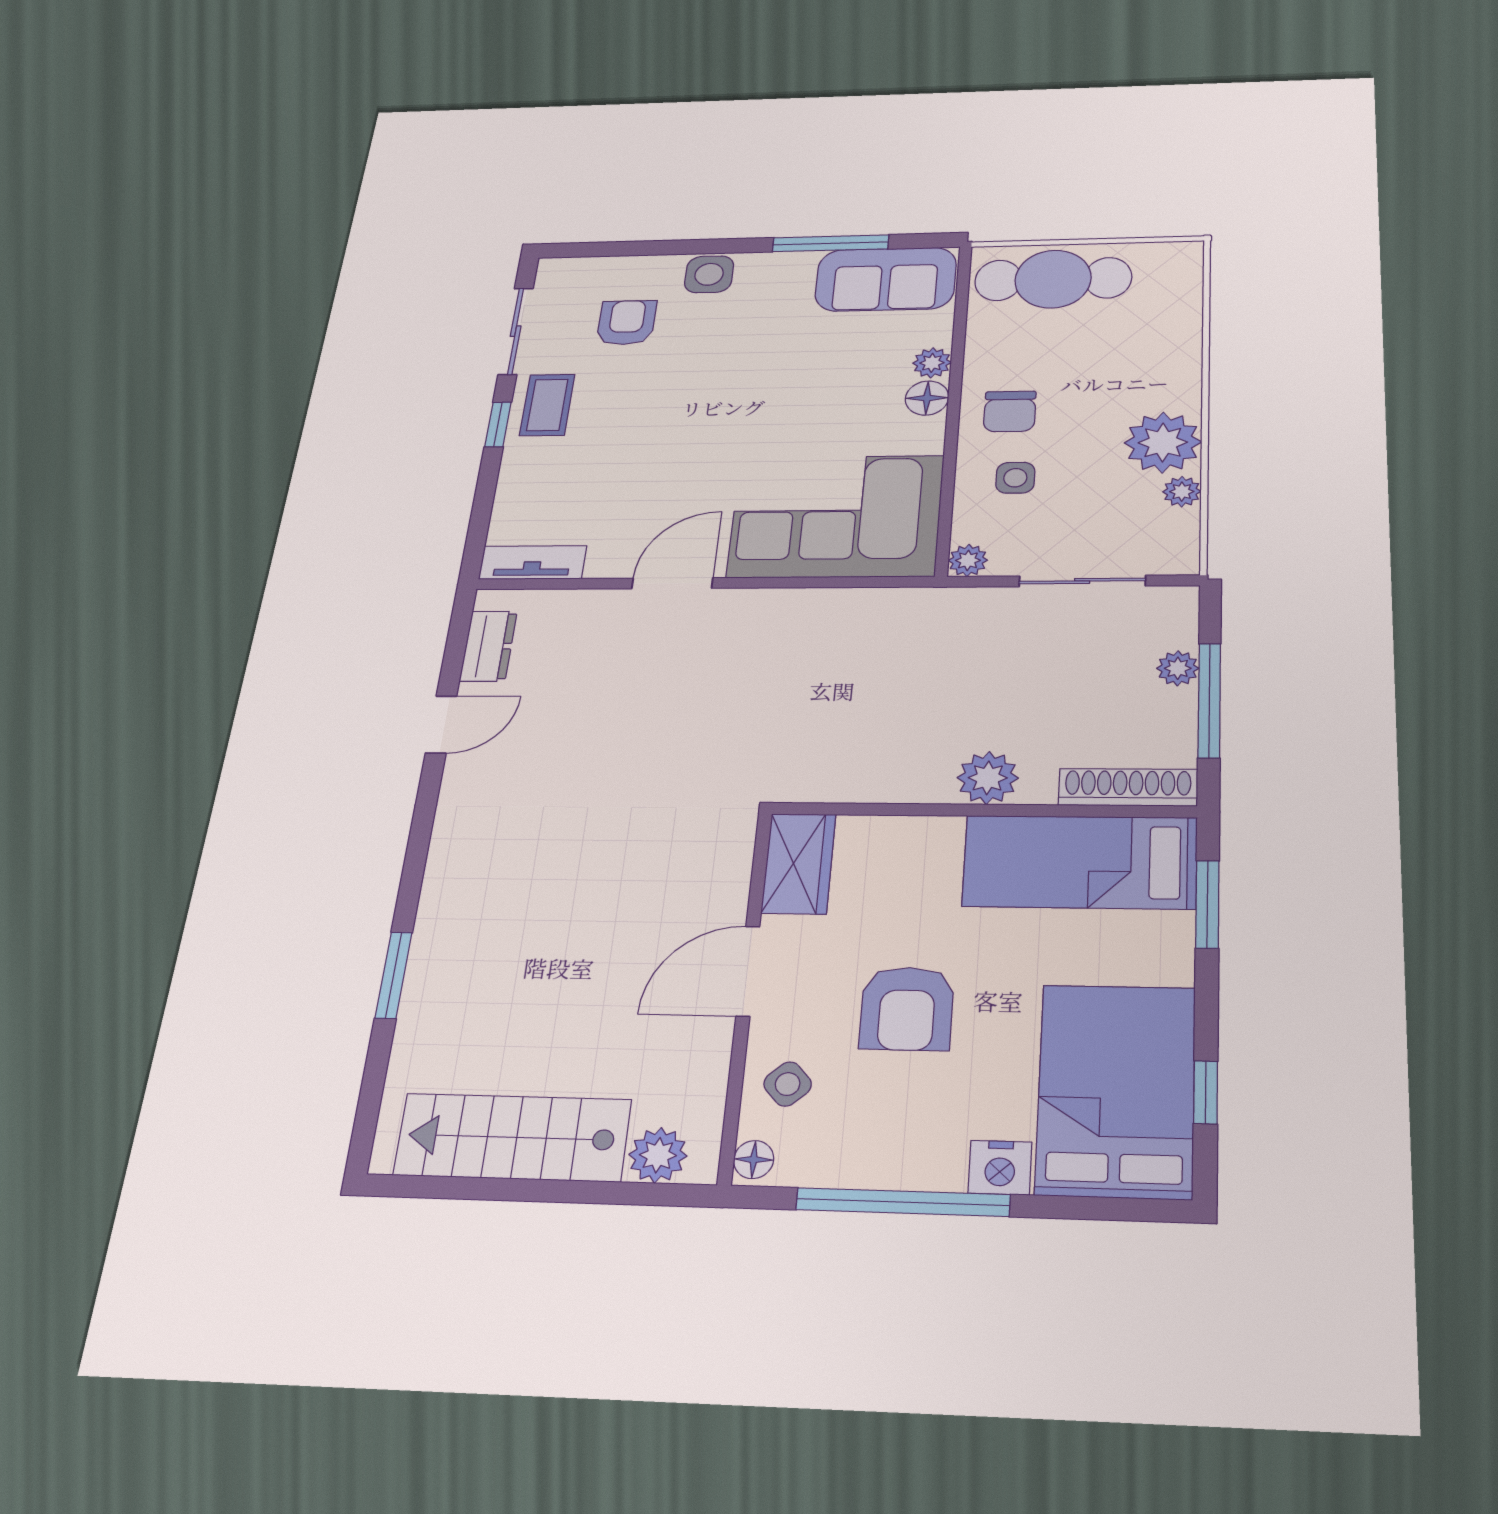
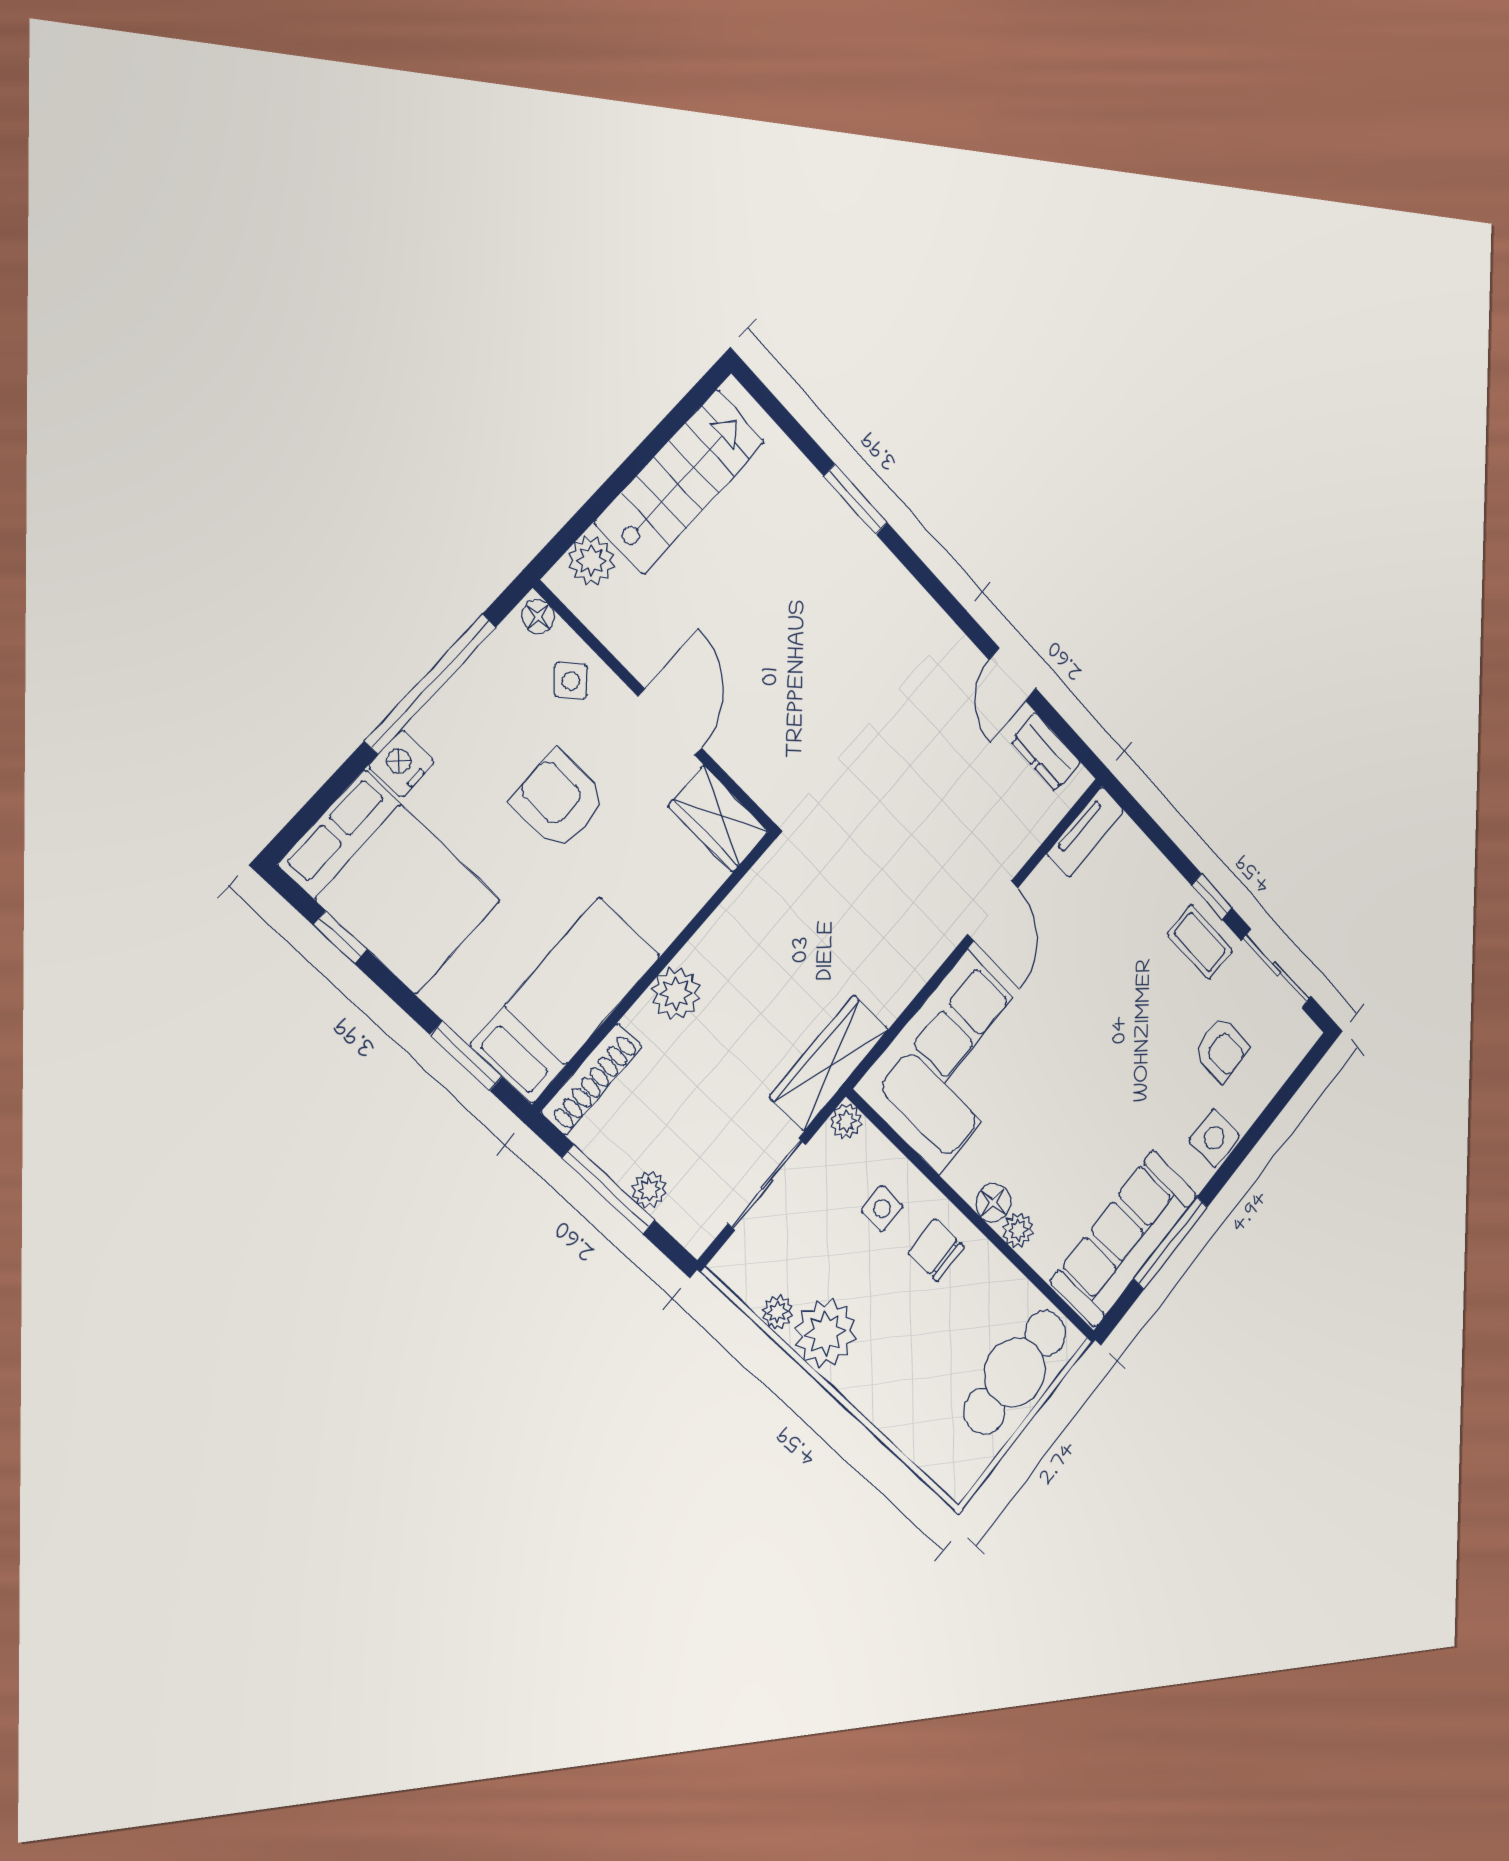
sofa: (886, 279) -> (1124, 1238), width x1.36
wardrobe: (930, 611) -> (829, 1063), added

